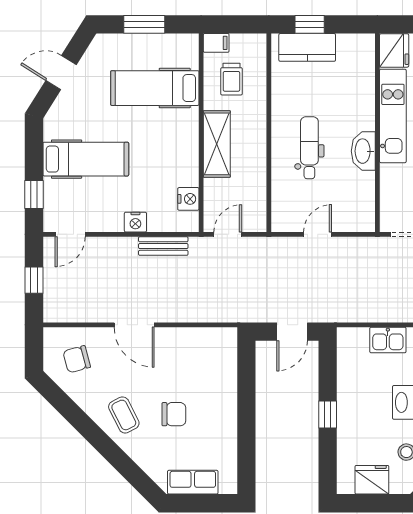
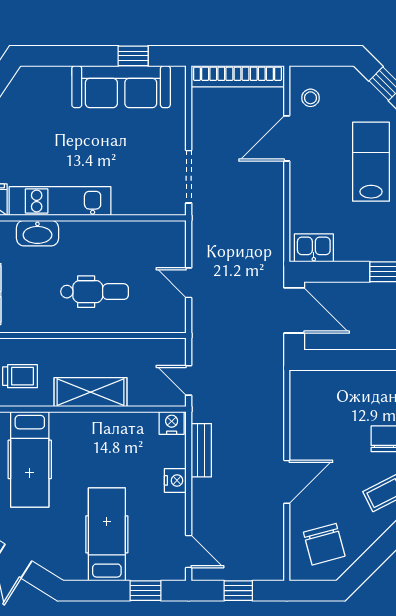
dental chair: (309, 148) -> (95, 292), turned 180
washbasin: (363, 151) -> (37, 233), moved
nightstand: (188, 199) -> (172, 423), moved
door: (292, 332) -> (294, 310), width x1.38
kitchen sink: (388, 340) -> (314, 248), moved, turned -90
chair: (77, 359) -> (324, 544), width x1.37, depth x1.37

